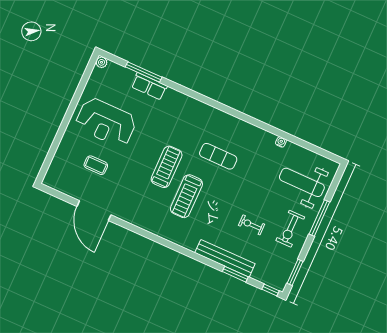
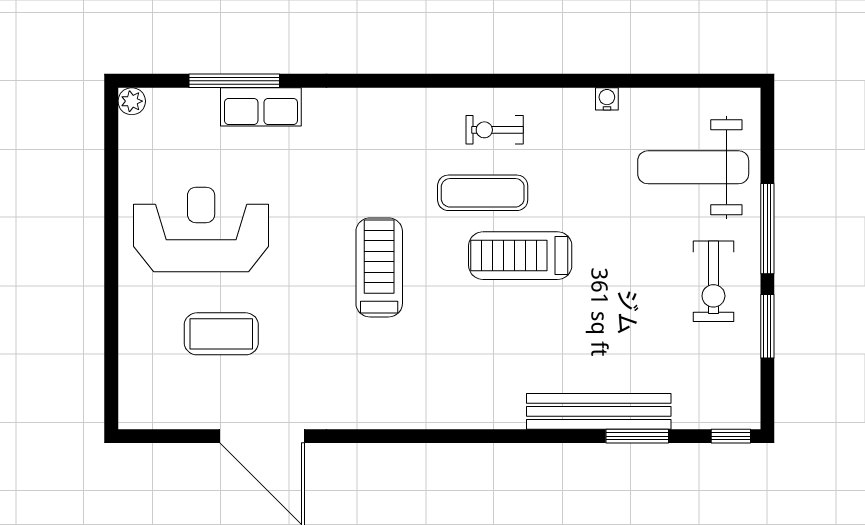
reception desk: (106, 122) -> (201, 230), turned 180
coffee table: (96, 165) -> (221, 334), width x1.36, depth x1.30
treadmill: (186, 196) -> (520, 256), moved, turned 90
exercise bike: (251, 225) -> (495, 130), moved
window: (295, 272) -> (767, 326), moved

